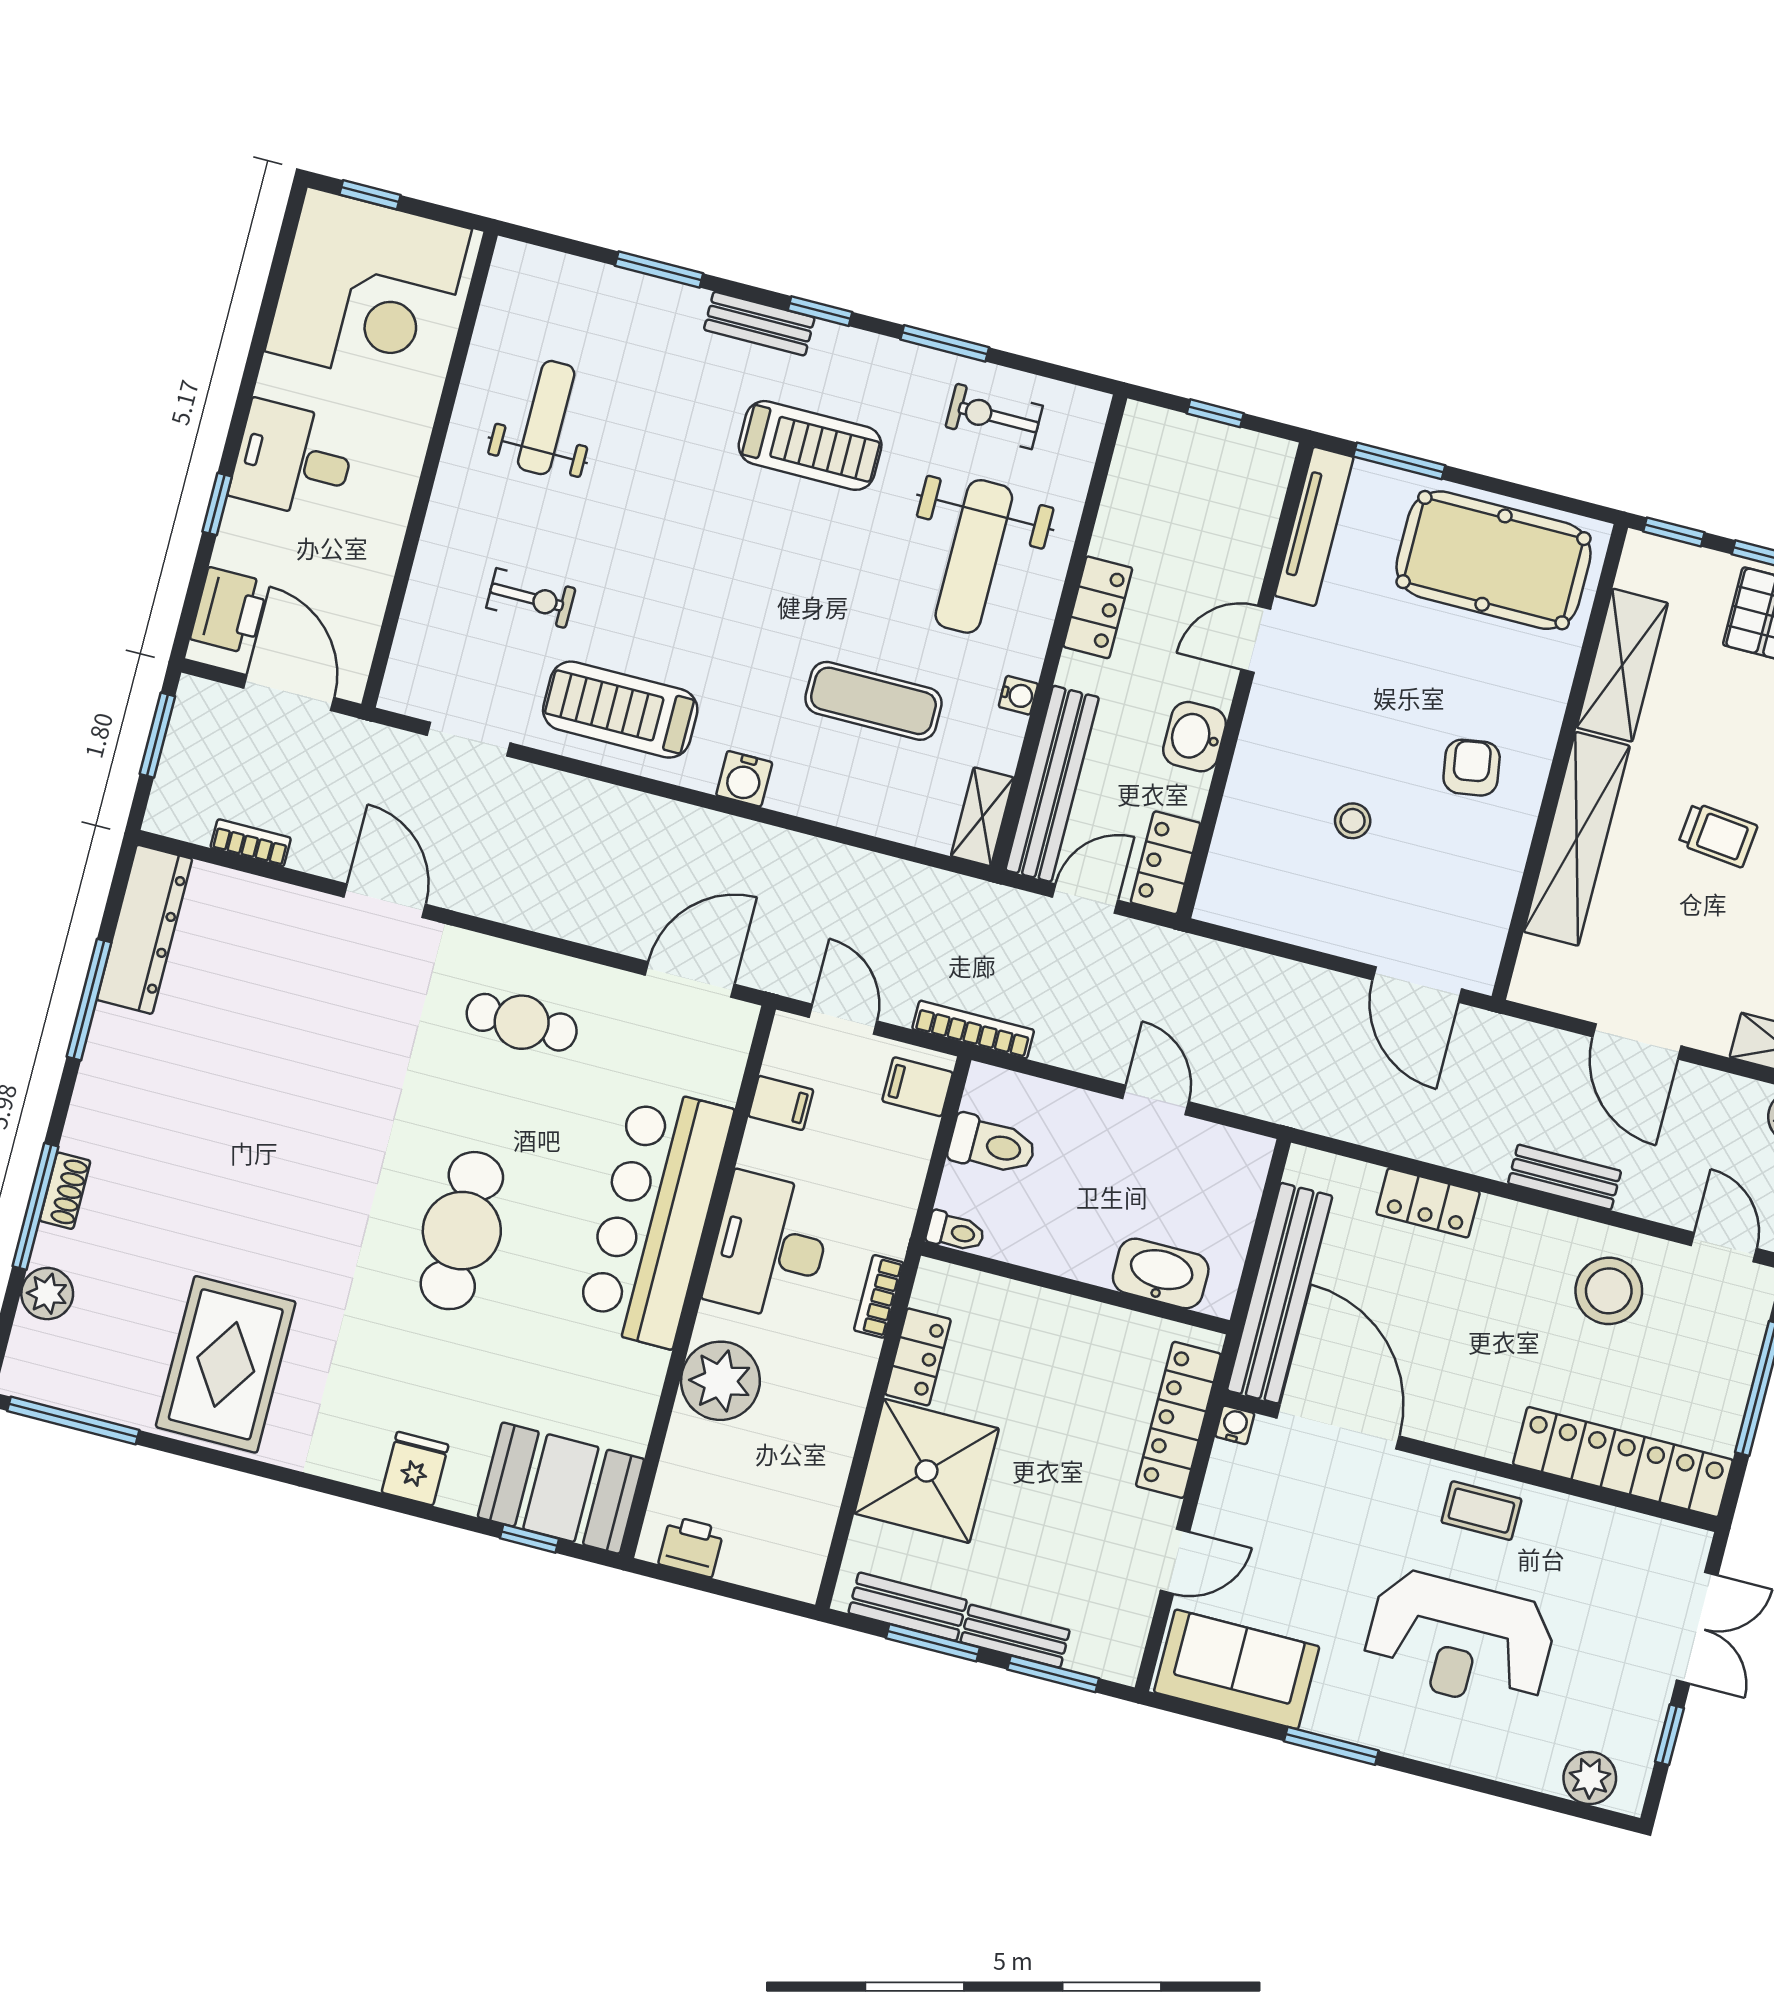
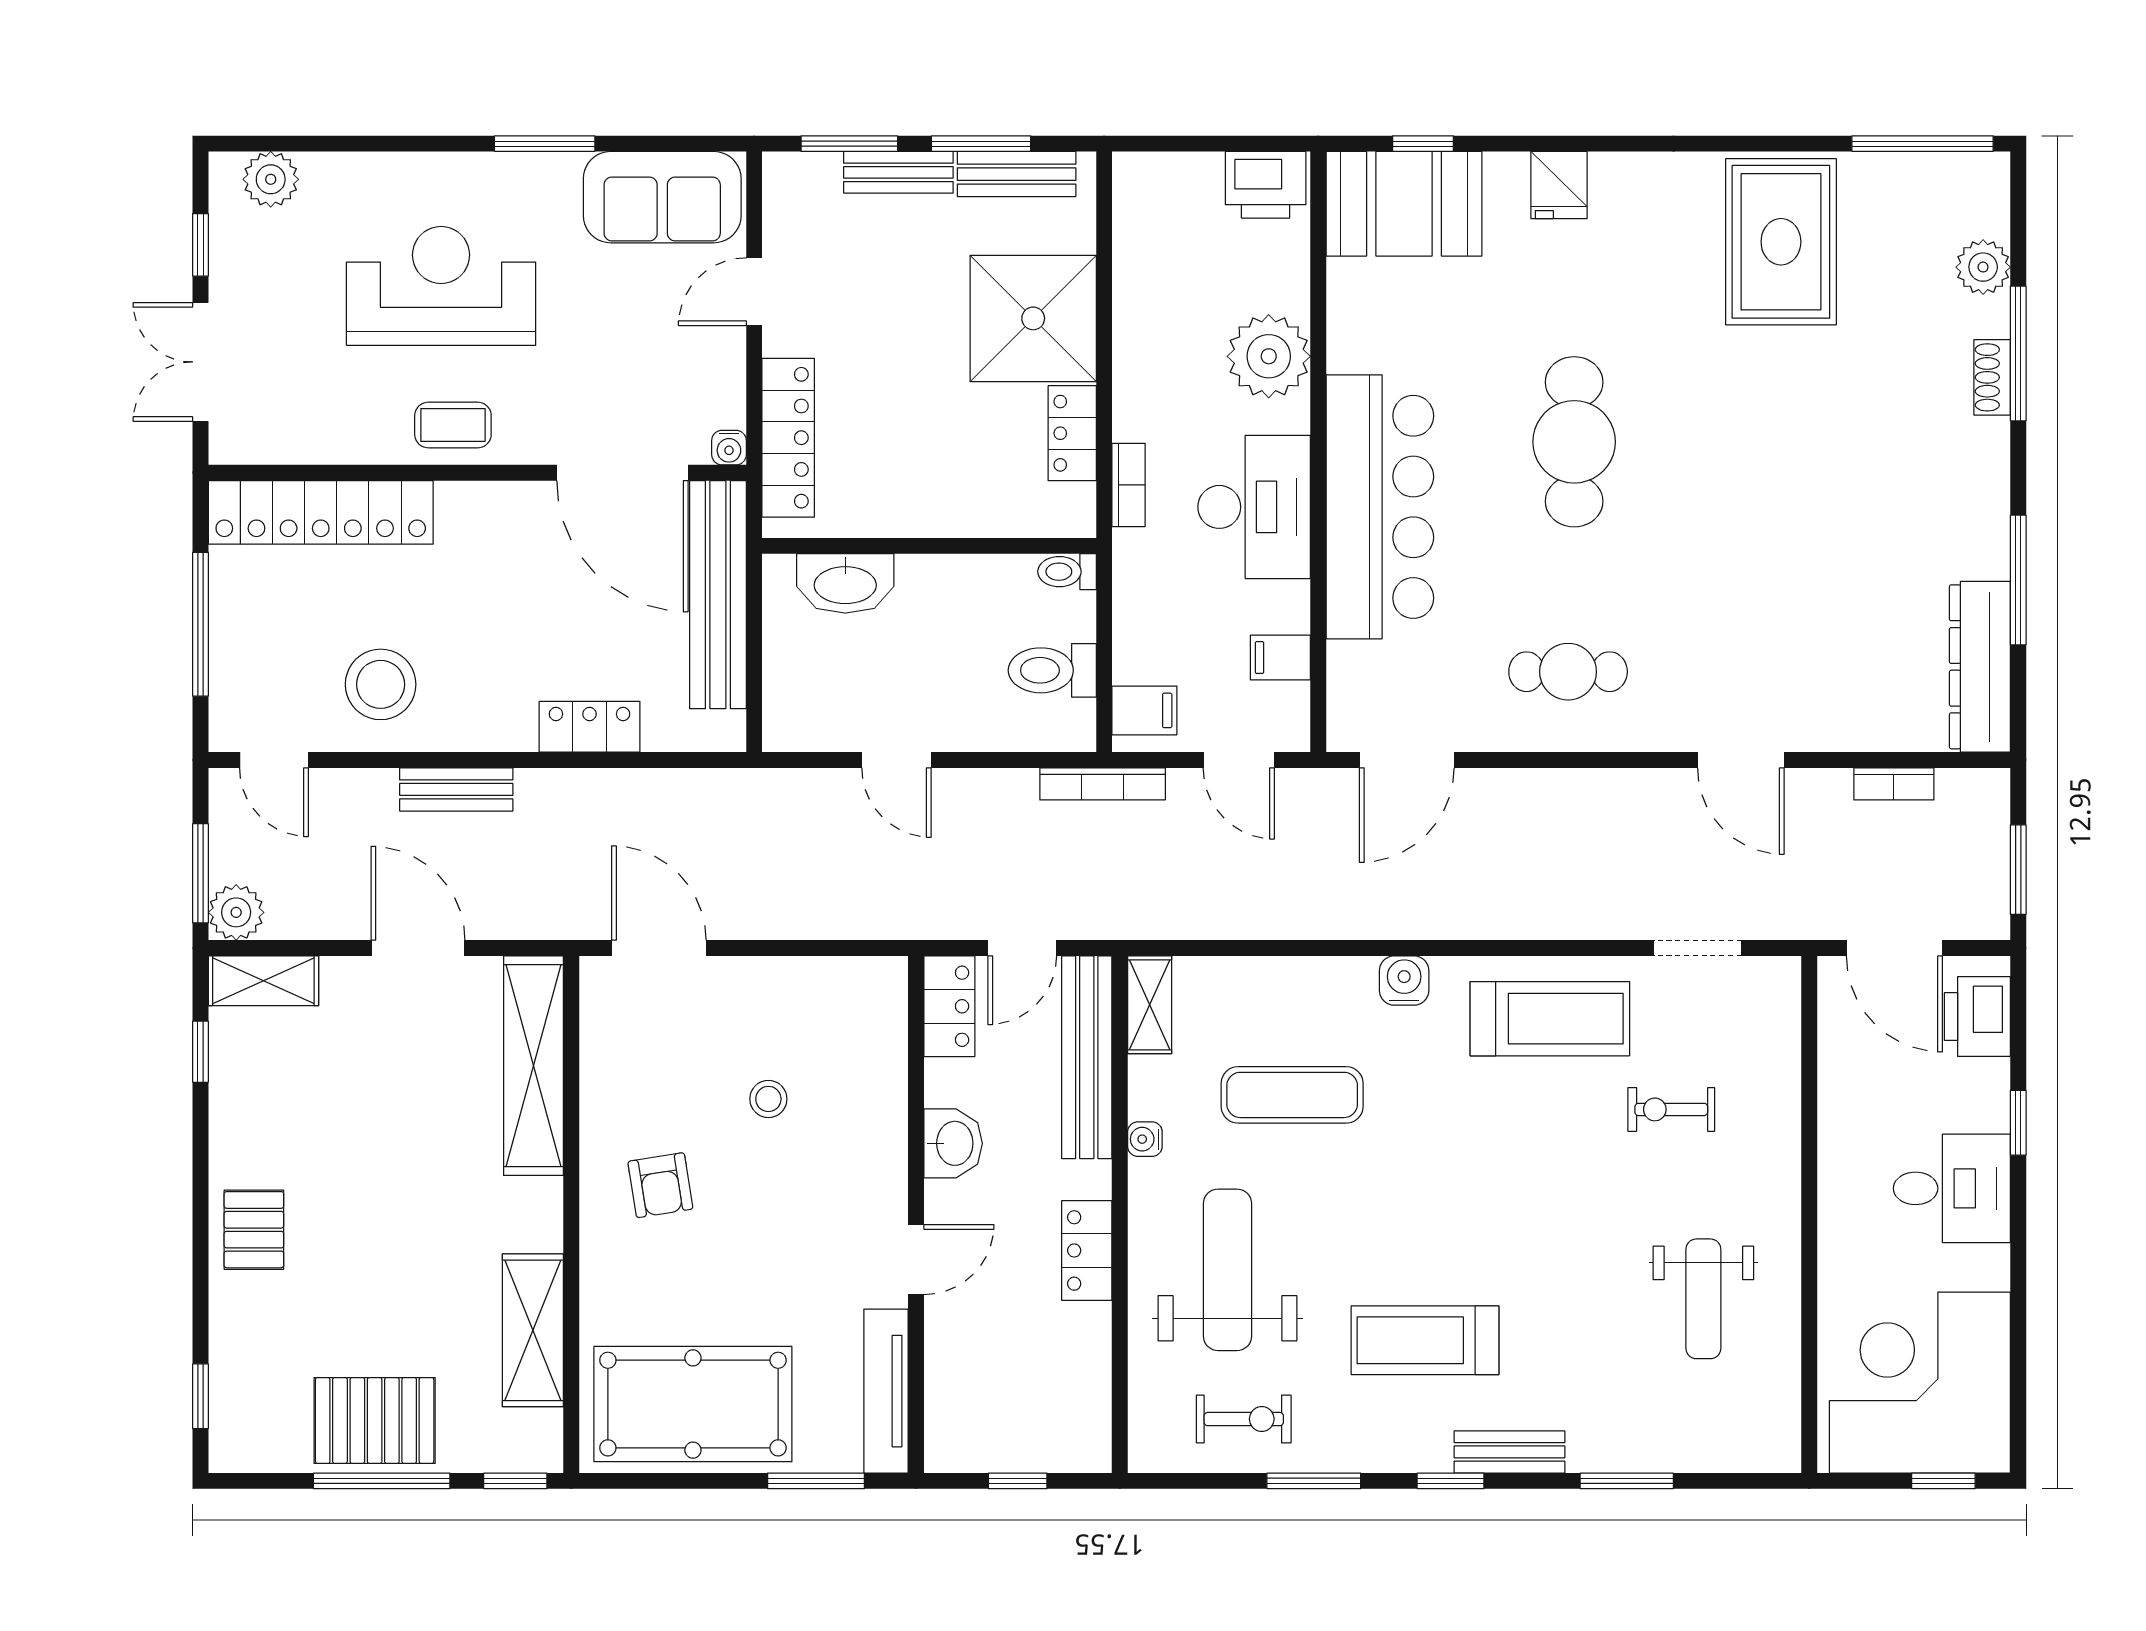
trolley: (1718, 835) -> (390, 1181), removed
shelving: (1577, 839) -> (534, 1066), moved
printer: (691, 1547) -> (1266, 185), width x1.36, depth x1.24

